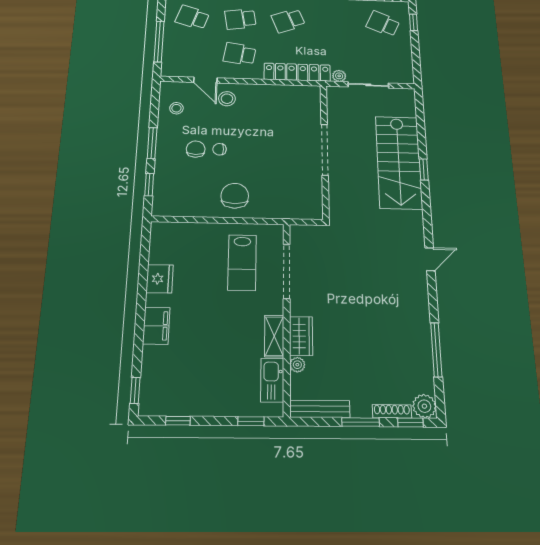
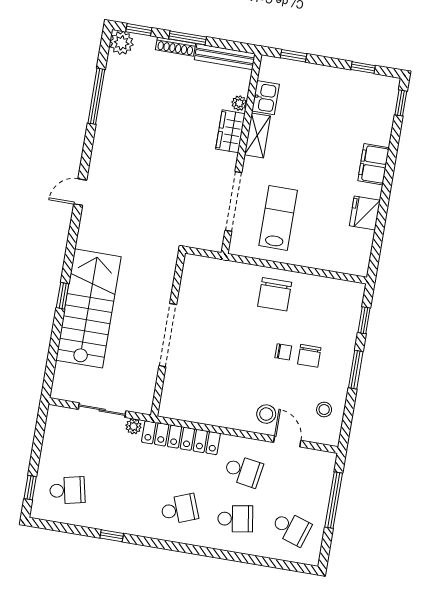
school desk: (383, 24) -> (67, 490), turned -36
kitchen sink: (272, 380) -> (266, 98), width x0.73
shoe rack: (392, 411) -> (176, 47), moved

